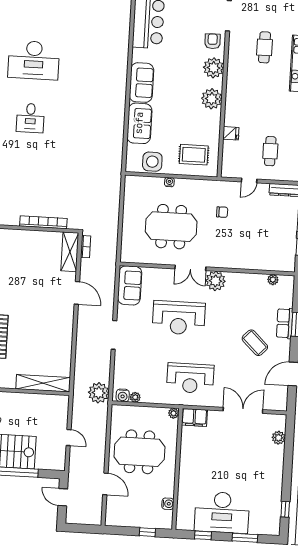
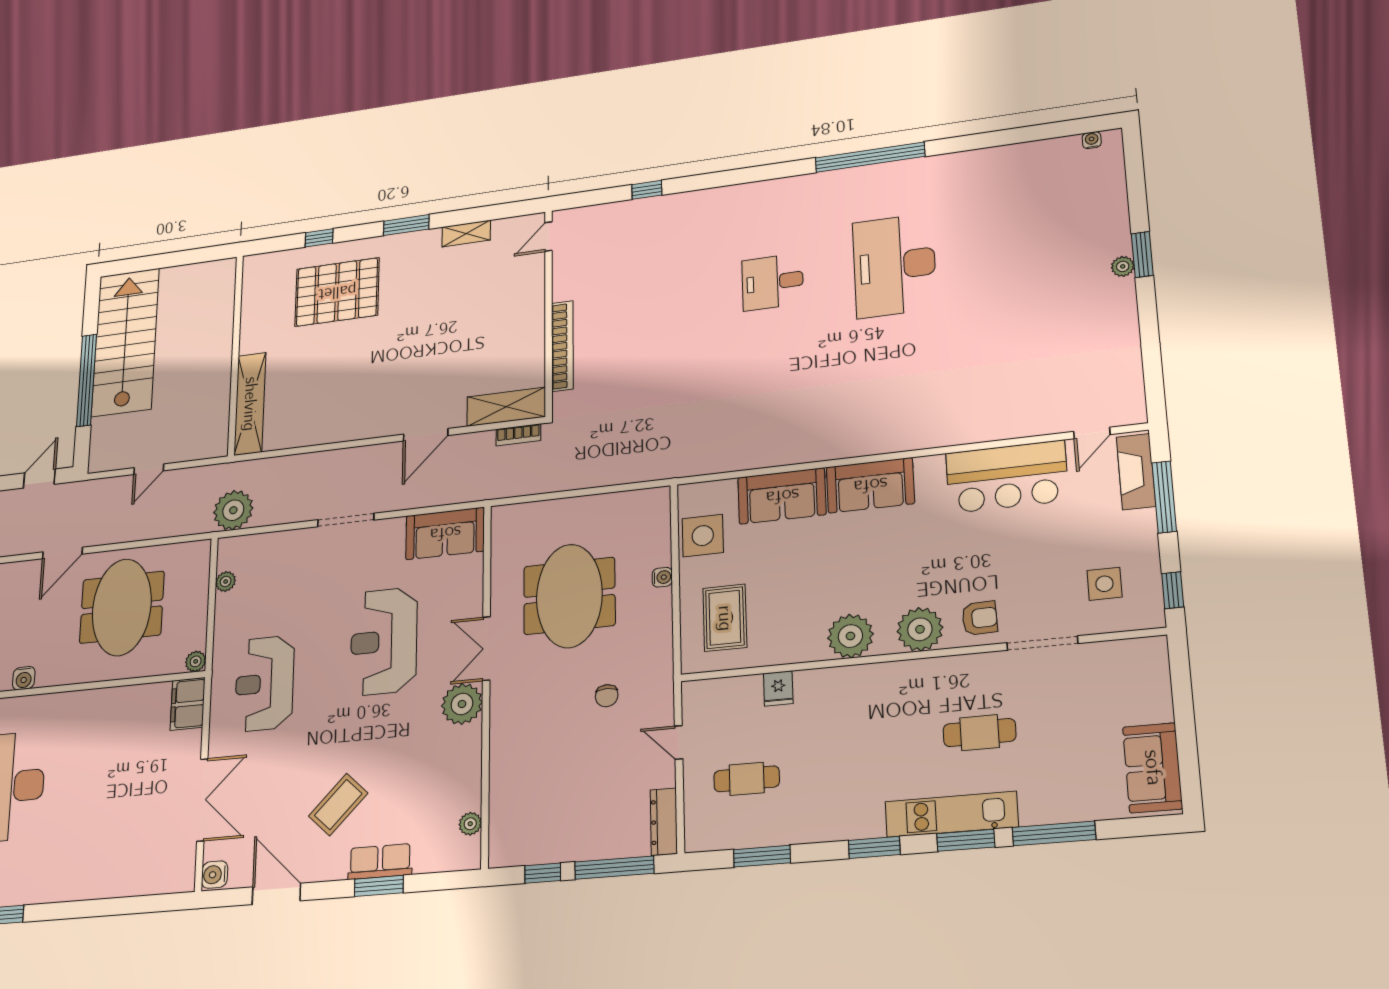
water cooler: (123, 395) -> (215, 875), moved
plant: (279, 438) -> (149, 881), removed

